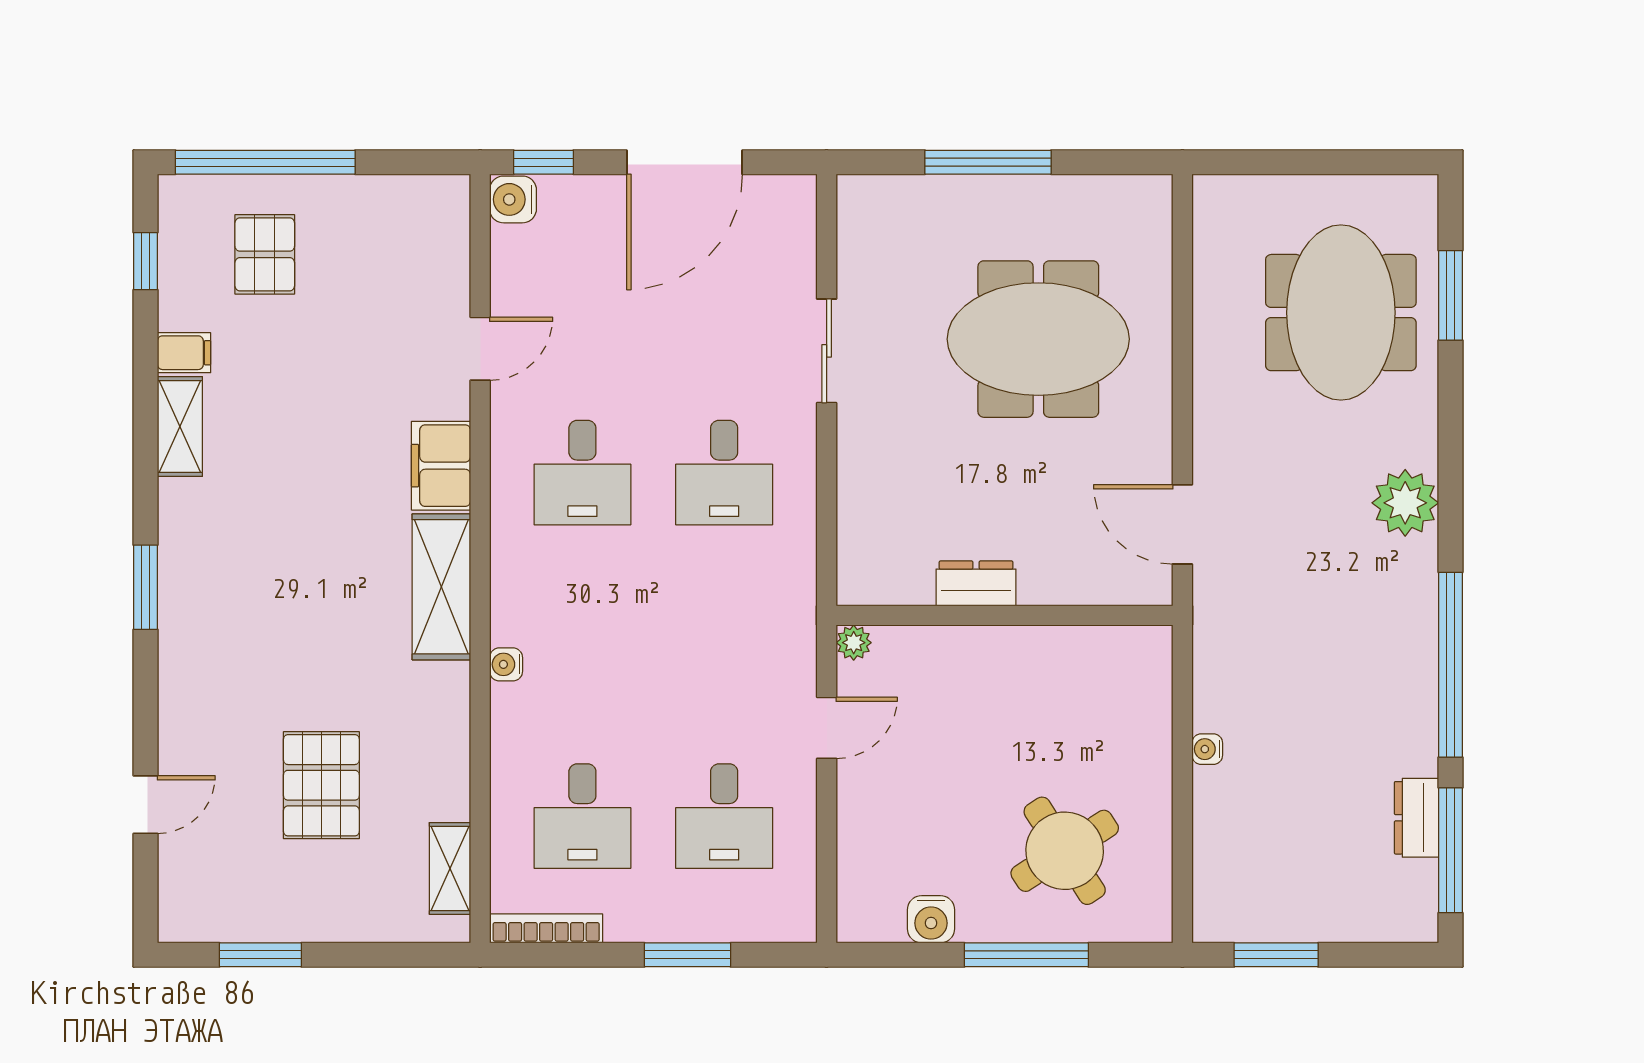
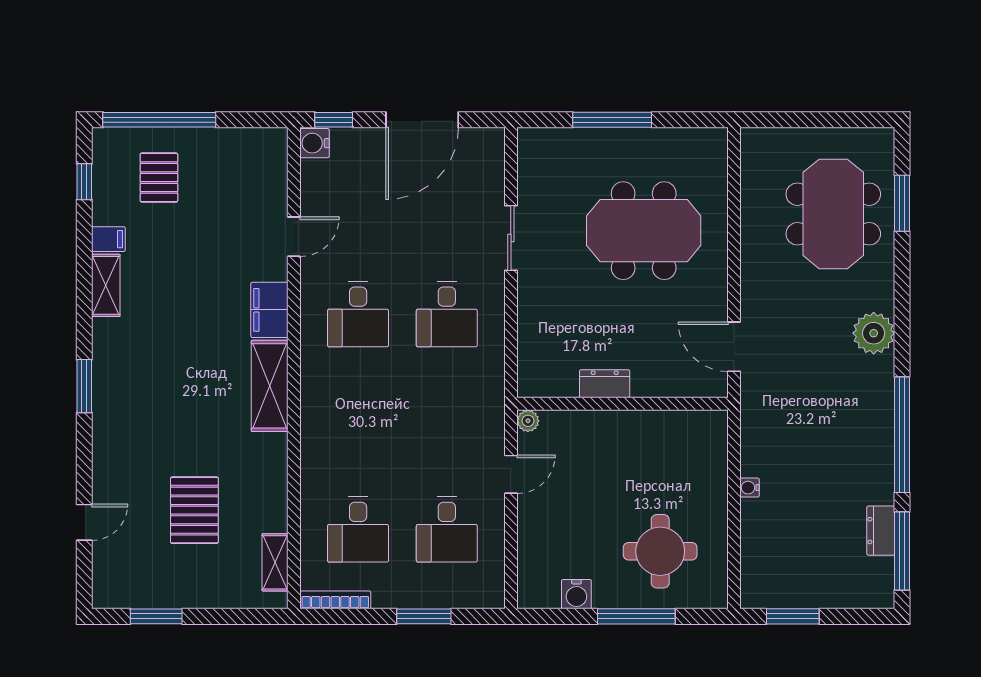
water cooler: (506, 664) -> (310, 434), removed
round table: (1065, 851) -> (660, 551), turned 33

